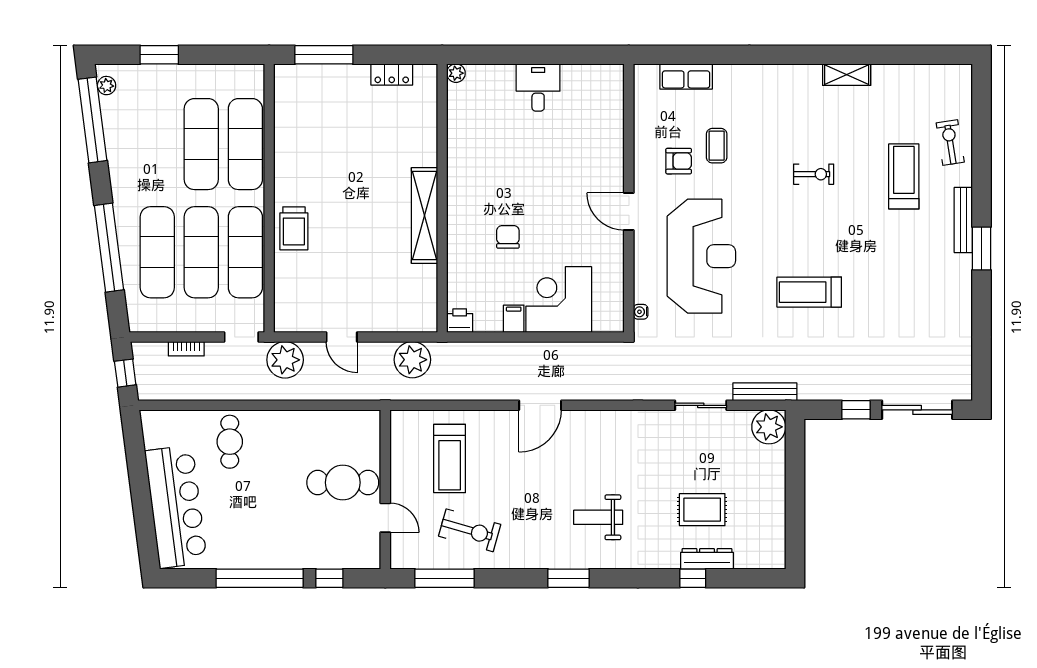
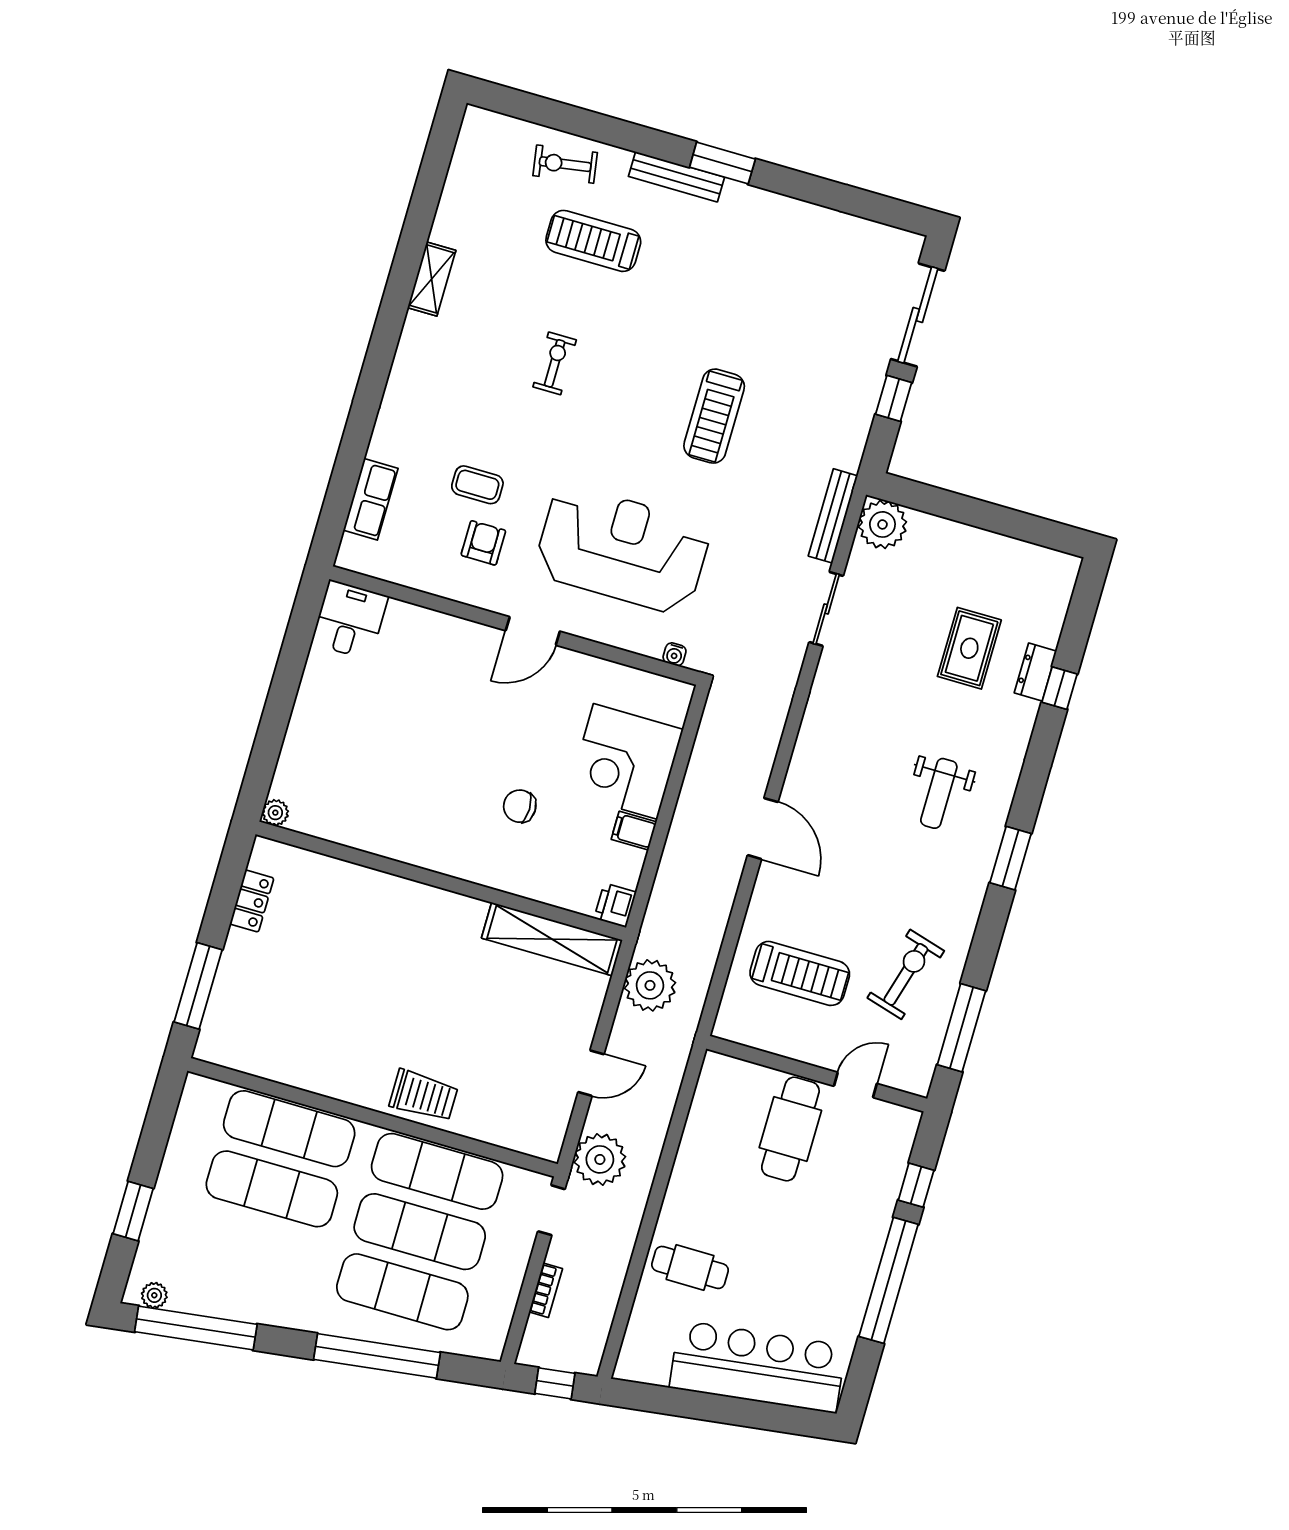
desk: (538, 87) -> (350, 620), moved, turned 90
shelving: (425, 216) -> (552, 939), moved
dresser: (707, 559) -> (1035, 672), width x0.70

